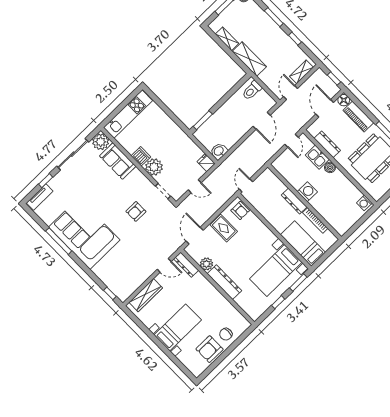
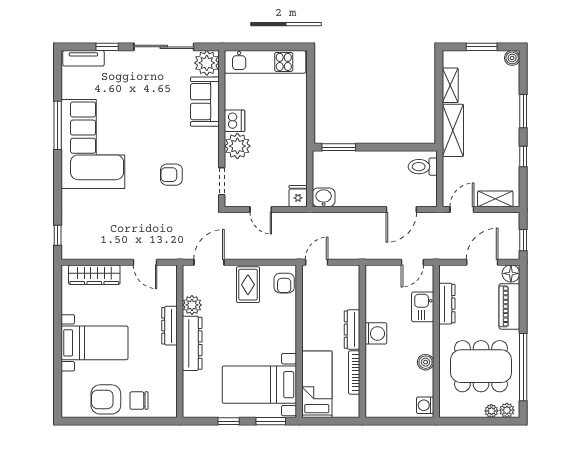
boiler: (330, 167) -> (426, 362), moved
dresser: (186, 265) -> (169, 326), moved

